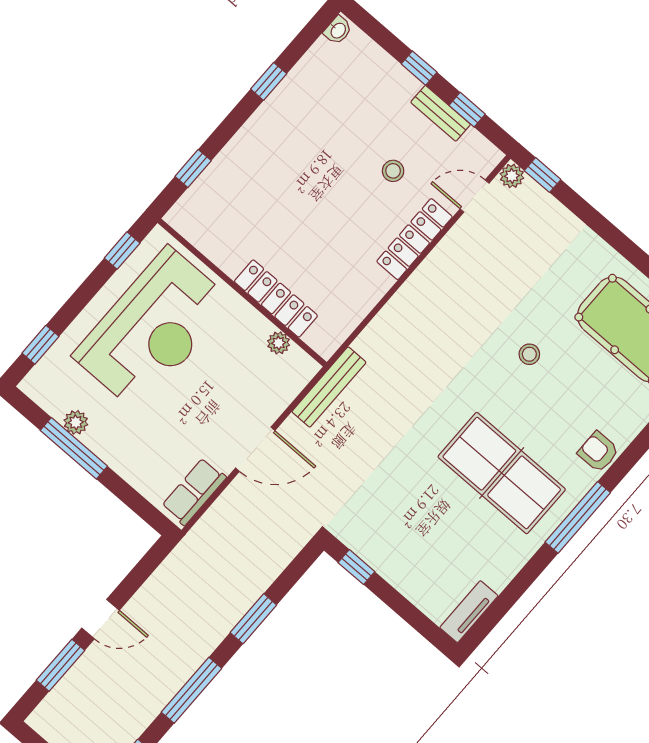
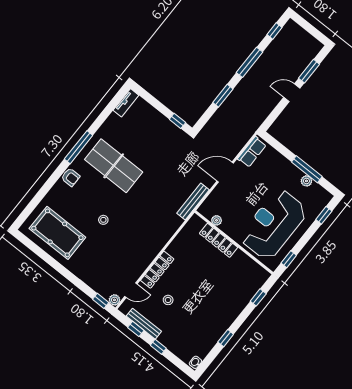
bench: (441, 113) -> (144, 324), width x1.36

